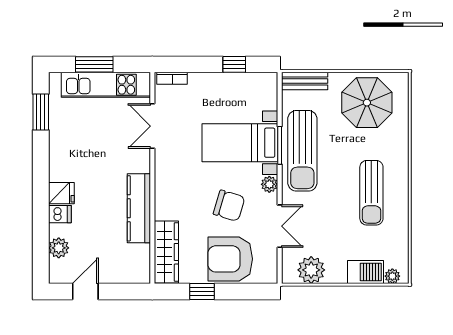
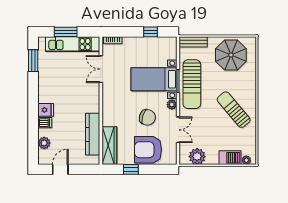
sun lounger: (371, 193) -> (234, 110), turned 140
kitchen counter: (139, 208) -> (93, 134), moved

